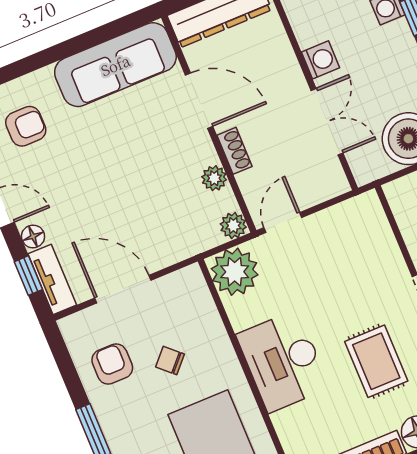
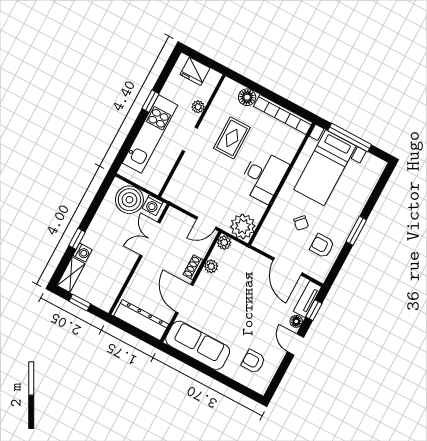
washing machine: (320, 60) -> (153, 205), moved, turned -90
armchair: (112, 364) -> (322, 246), turned 90

